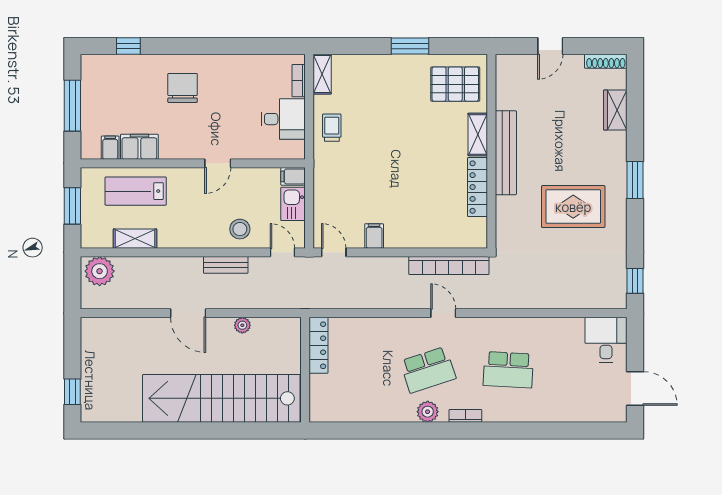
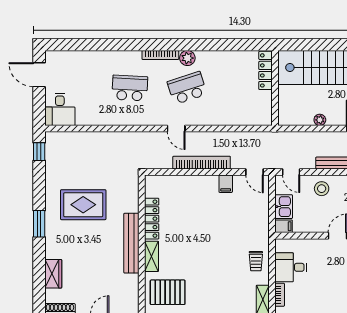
bookcase: (449, 266) -> (202, 163), moved
locker: (318, 345) -> (265, 70), moved
bookcase: (465, 416) -> (160, 55), width x1.56

